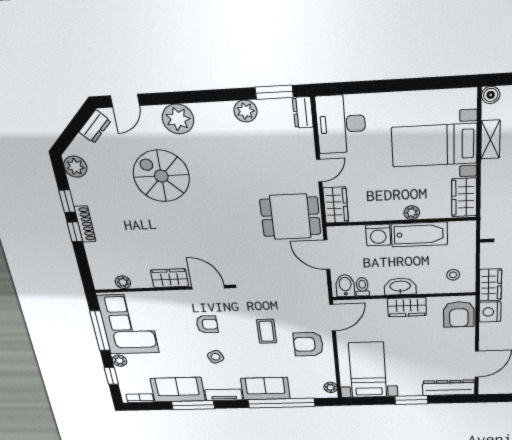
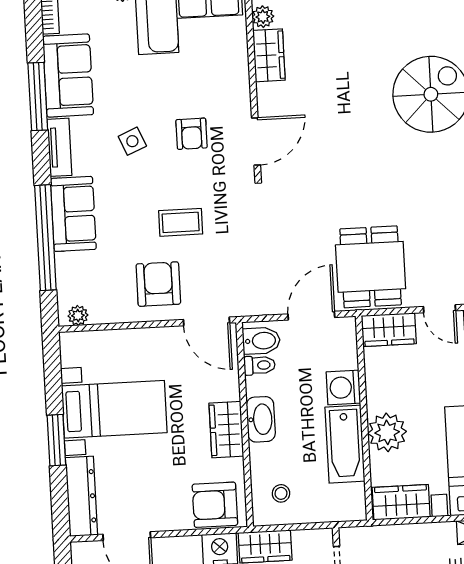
plant: (412, 213) -> (387, 432), width x1.87, depth x1.87
wardrobe: (170, 278) -> (269, 55), moved
bed with nightstands: (368, 370) -> (114, 409), moved

